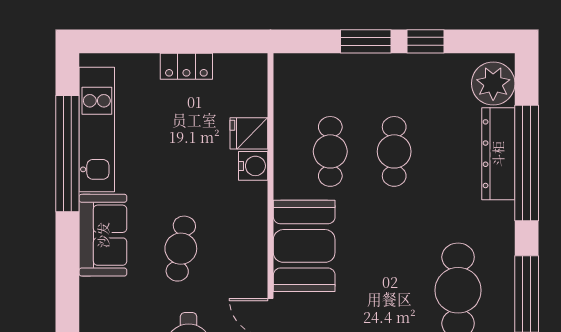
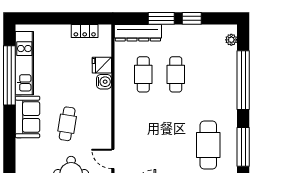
locker: (186, 66) -> (85, 31), moved
plant: (493, 83) -> (231, 40), width x0.53, depth x0.53
dresser: (498, 154) -> (138, 33), moved, turned -90
booth: (304, 246) -> (130, 122), removed

